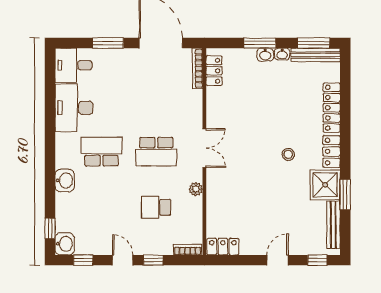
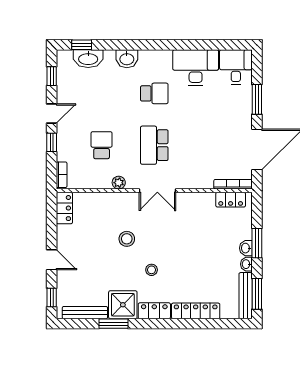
school desk: (101, 152) -> (154, 93), width x0.54
stool: (255, 181) -> (127, 239), added
washbasin: (65, 244) -> (88, 59), moved, width x1.38

